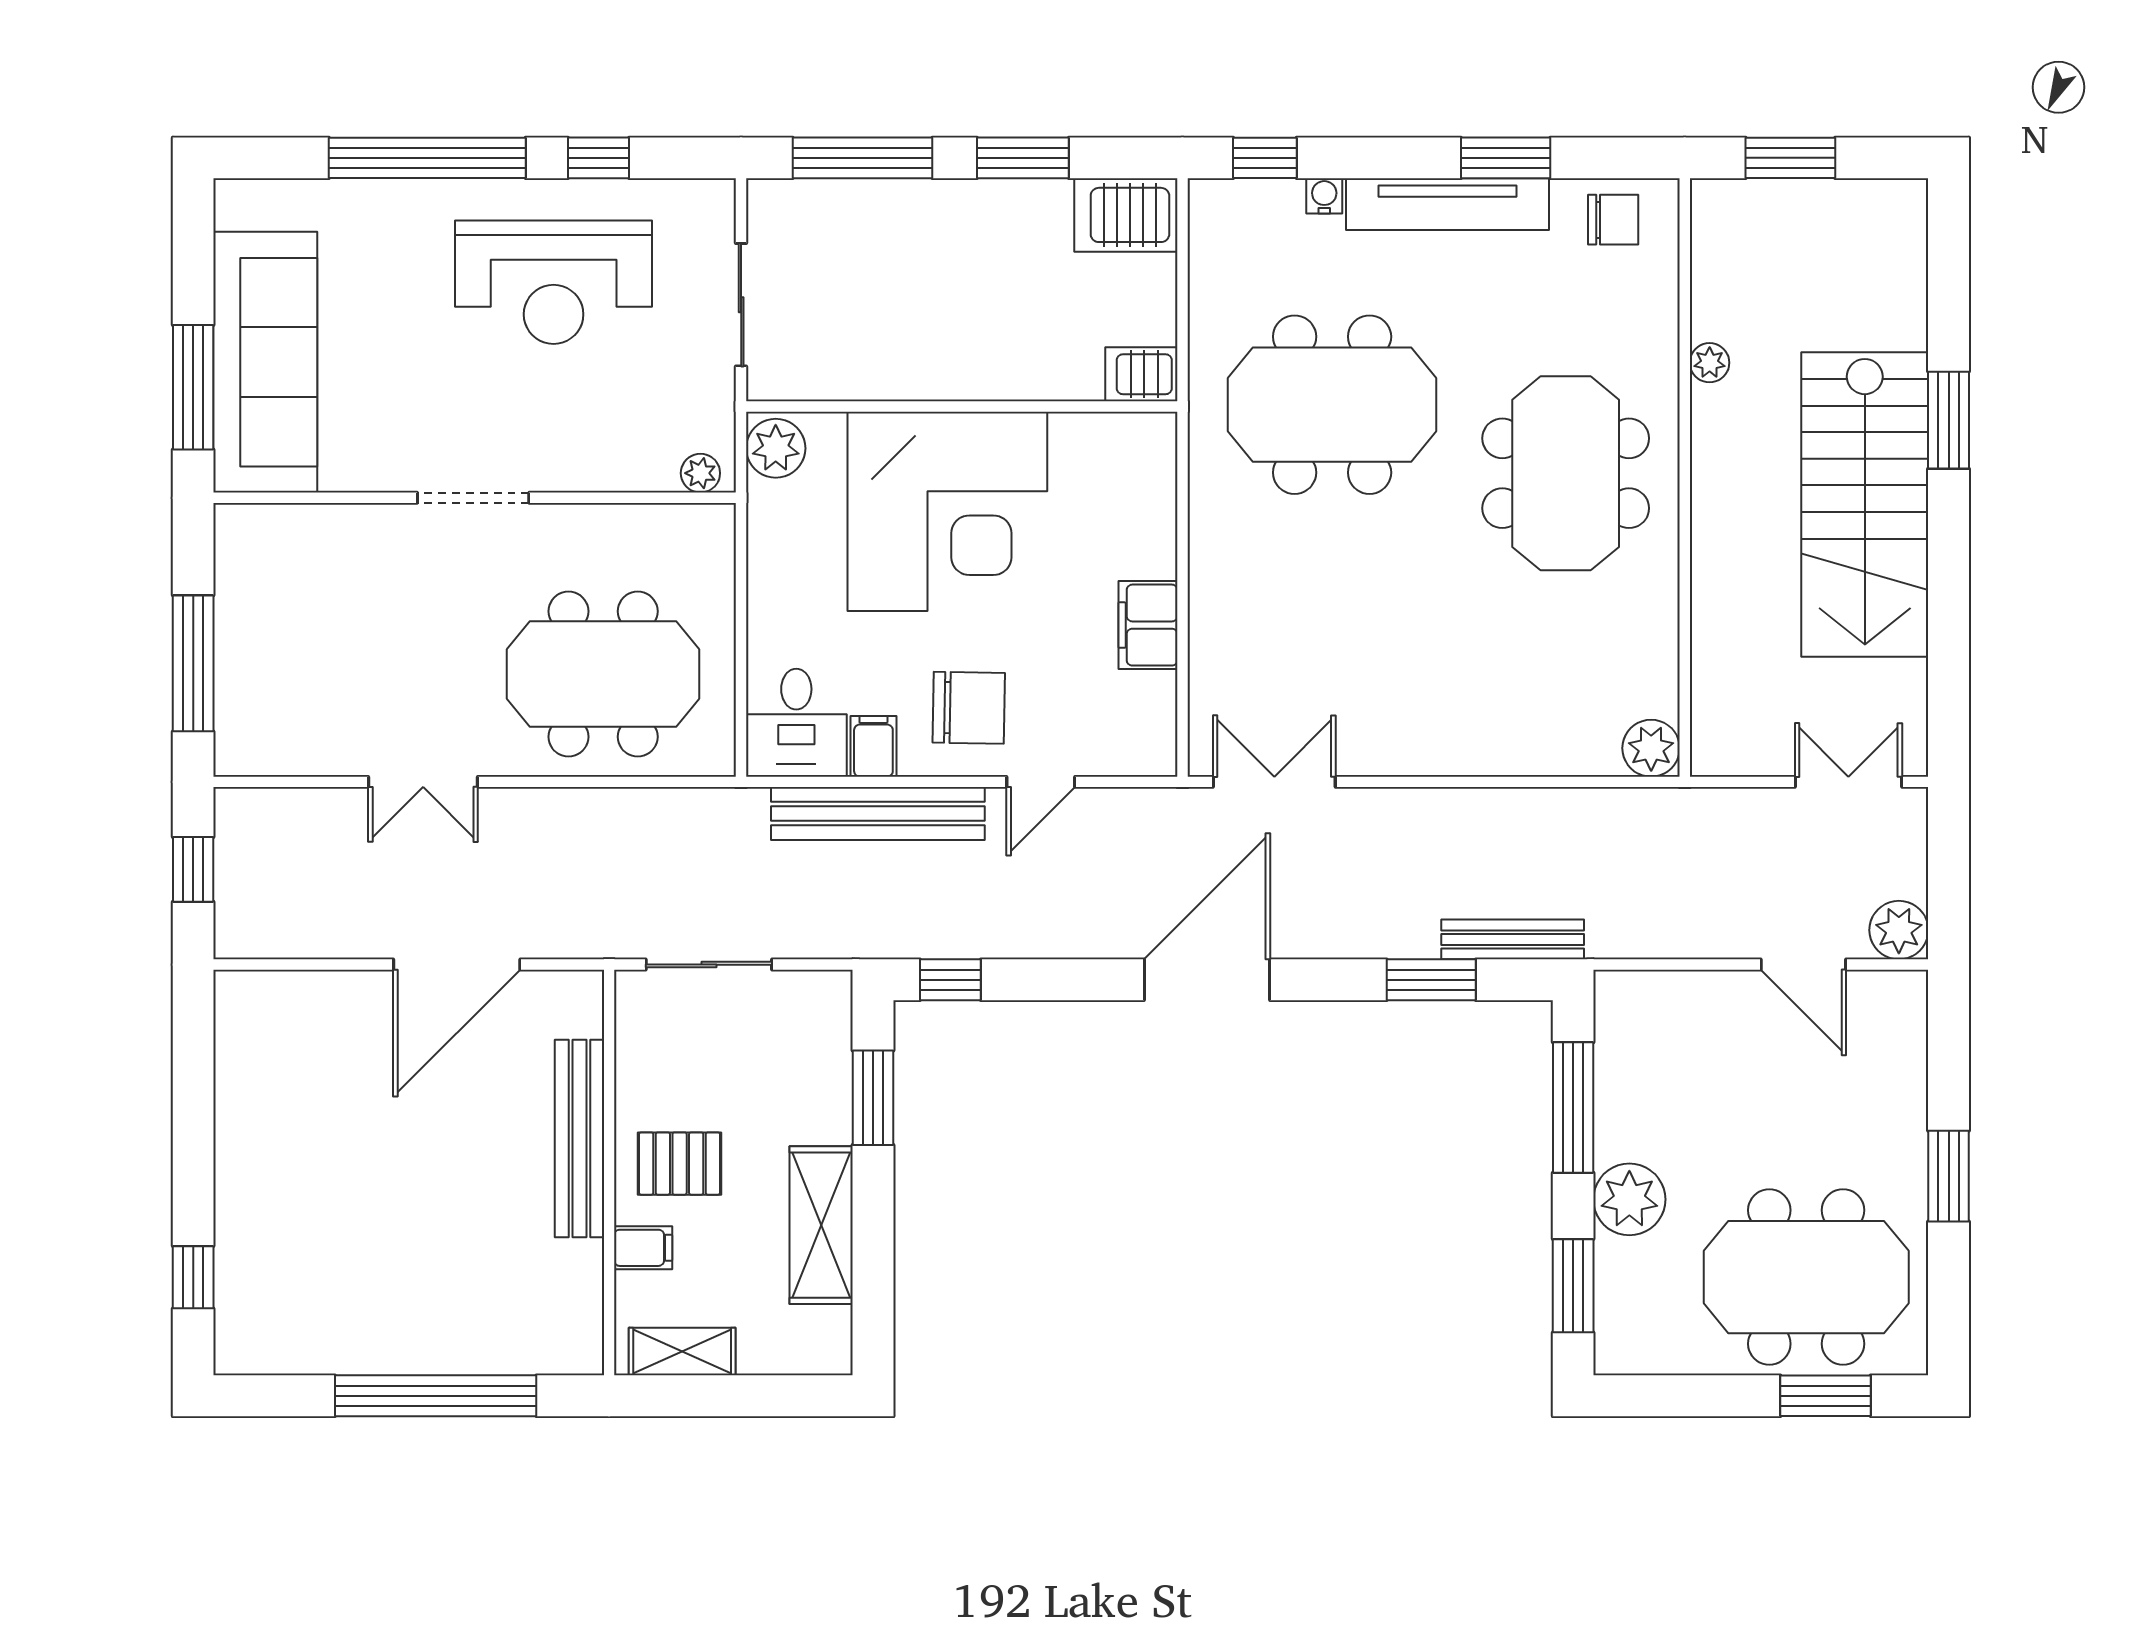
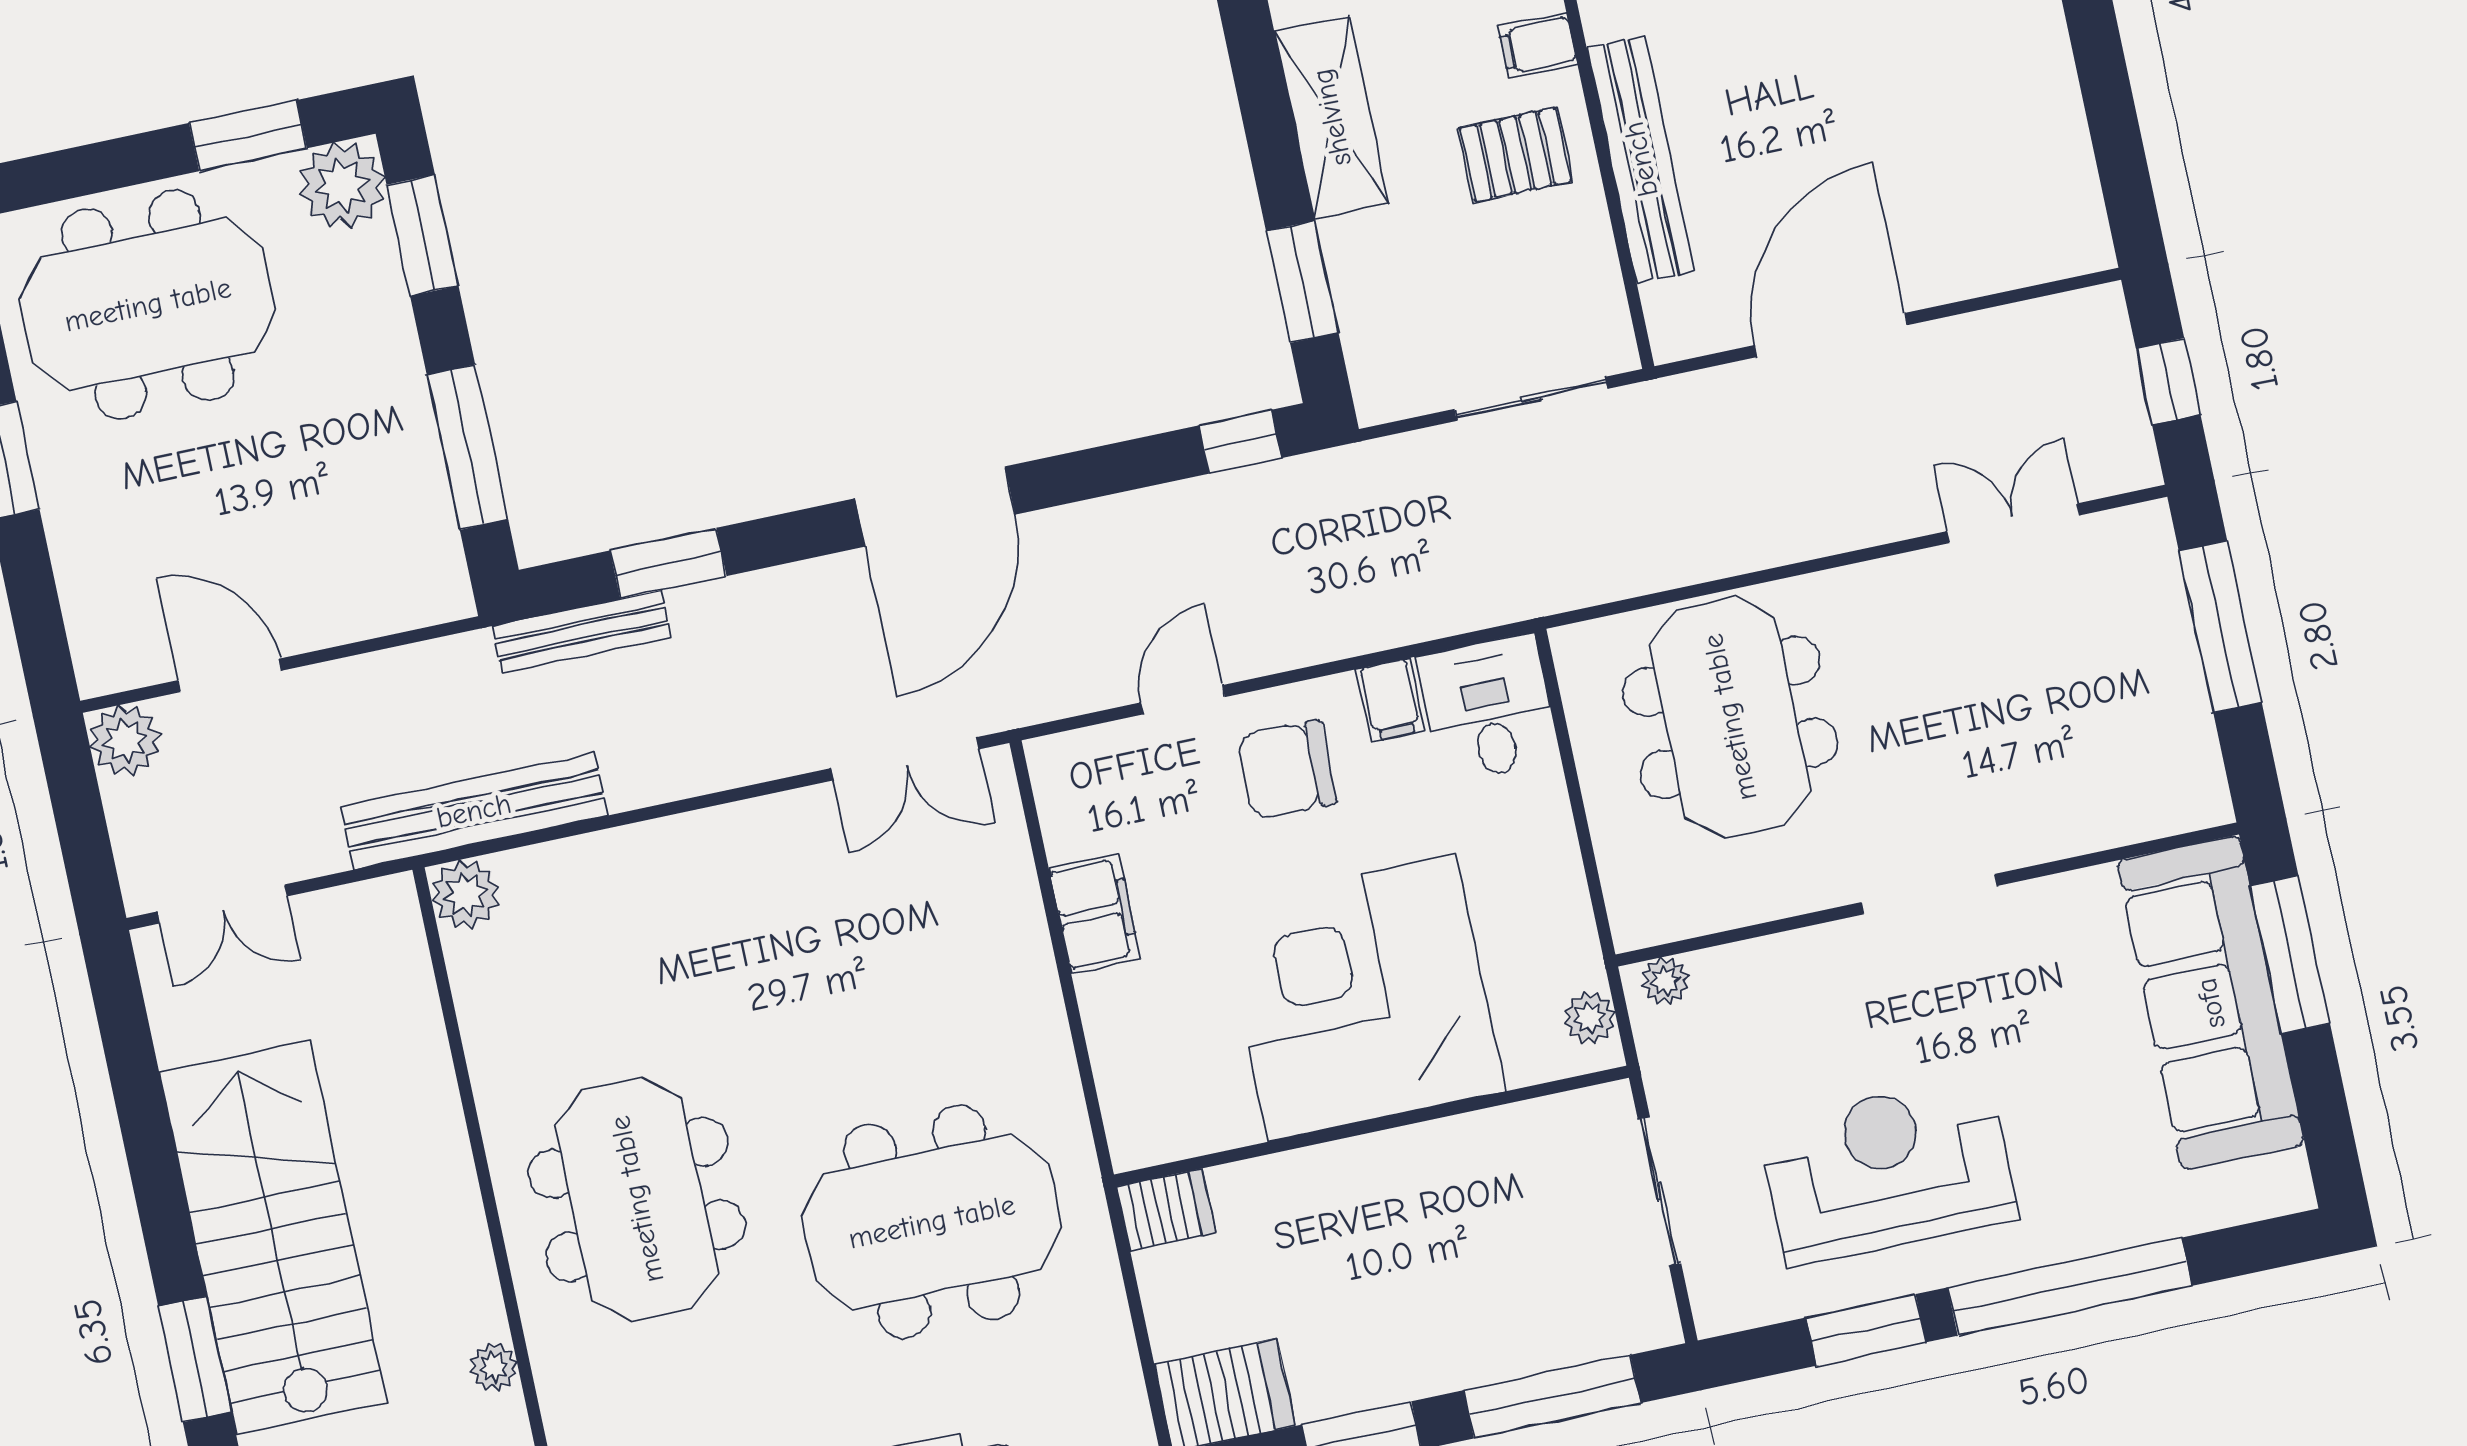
window: (598, 158) -> (1866, 1330), width x1.50
plant: (776, 448) -> (1590, 1018), width x0.73, depth x0.73
meeting table: (603, 674) -> (1730, 717), turned 90
double door: (423, 782) -> (2013, 523), moved
bench: (878, 814) -> (474, 811), moved
plant: (1629, 1199) -> (342, 186), moved
window: (1825, 1396) -> (248, 136), moved

